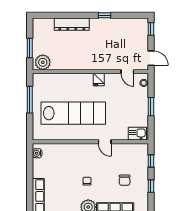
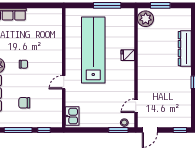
fridge: (99, 80) -> (128, 55), moved
window: (151, 107) -> (118, 130), moved
lab bench: (73, 113) -> (93, 50), turned 180
water cooler: (37, 153) -> (52, 13), removed
window: (151, 186) -> (18, 130), width x2.17

